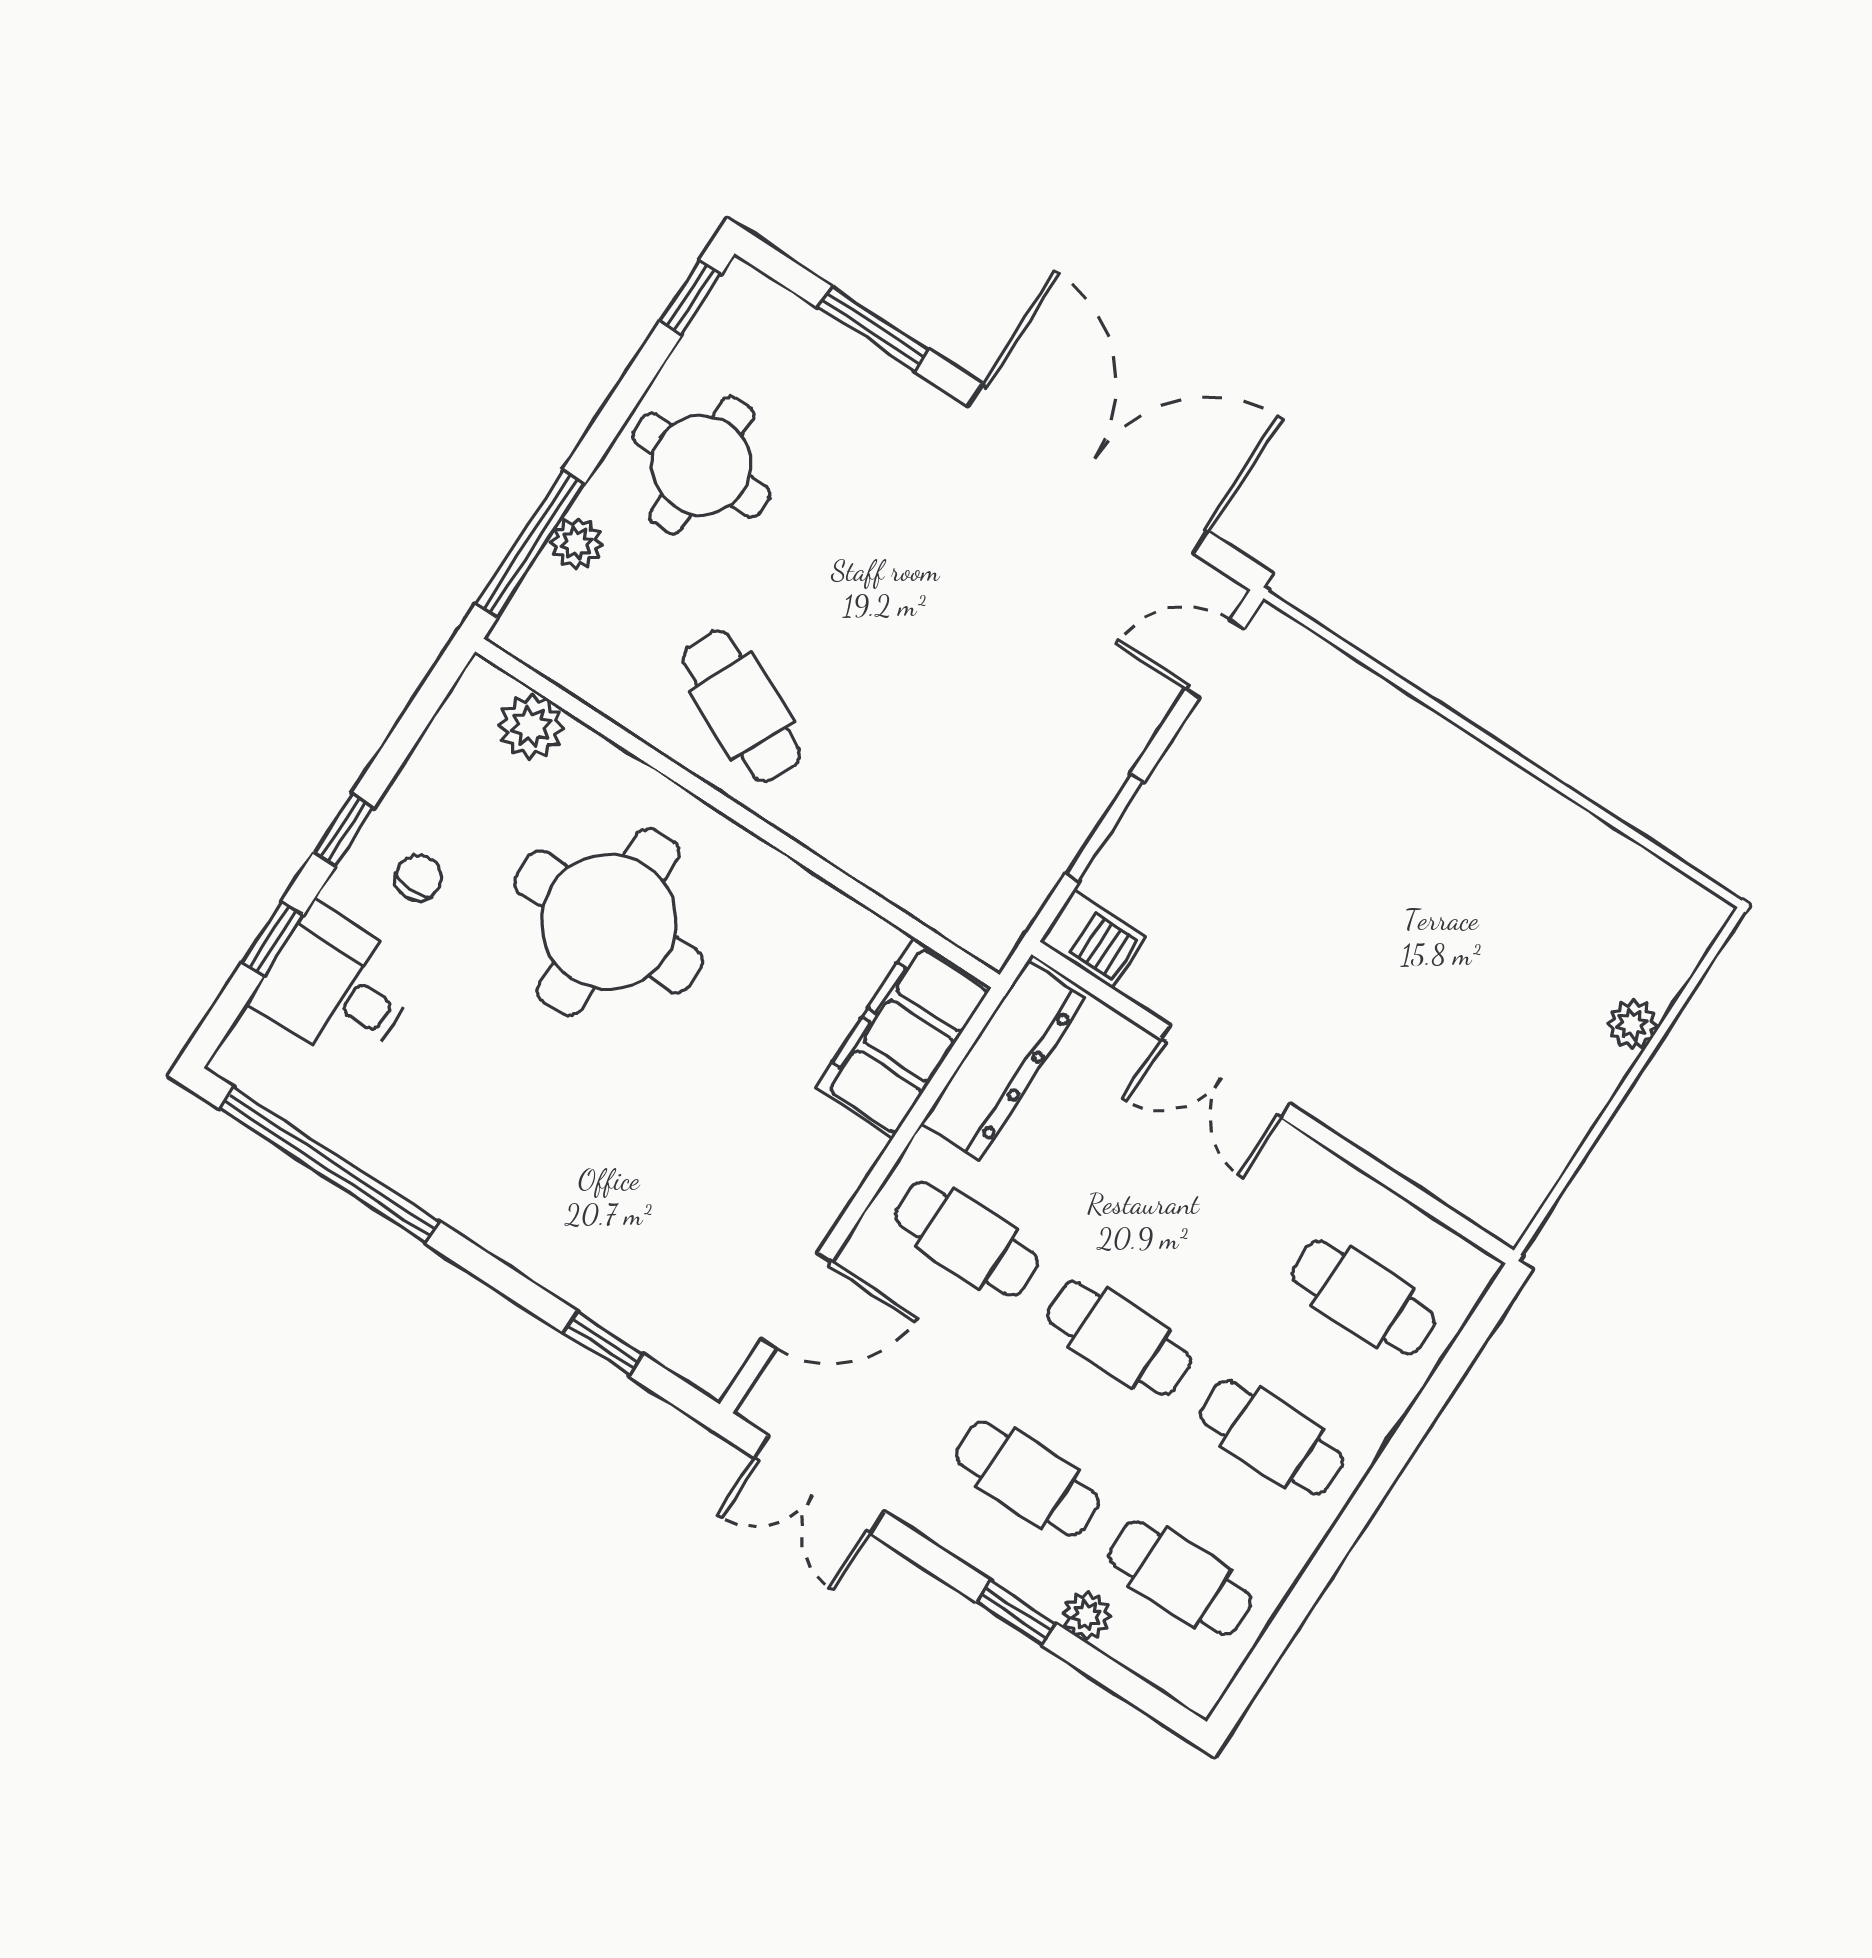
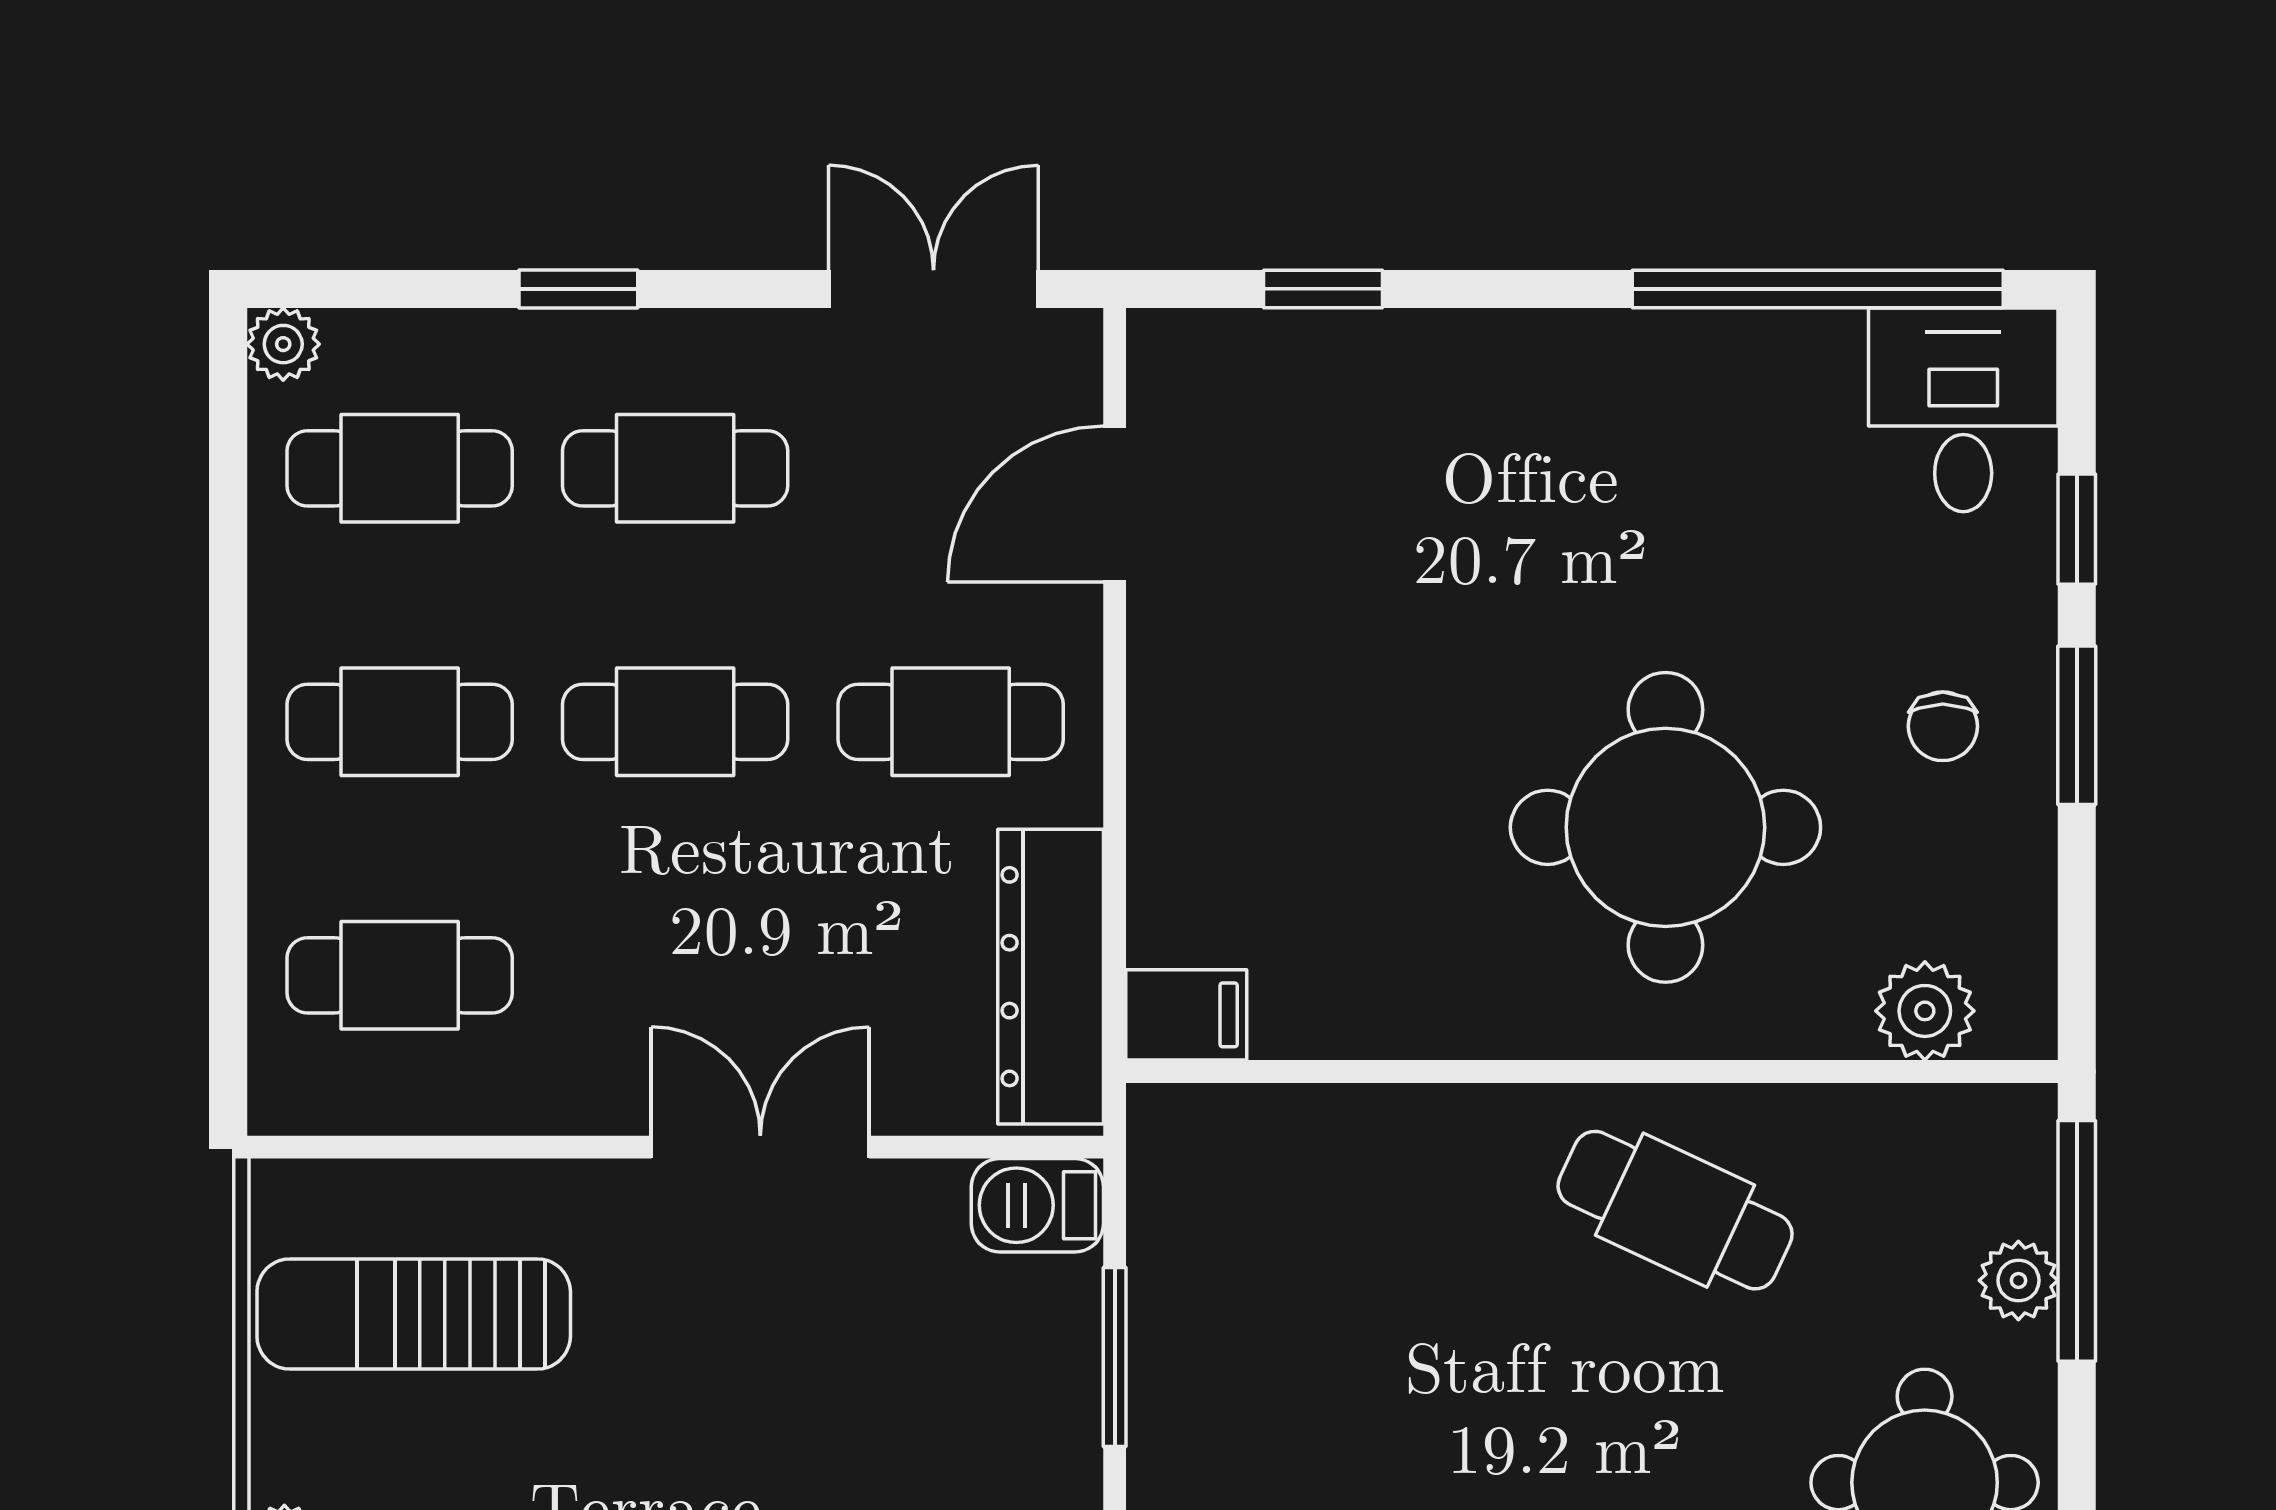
window: (344, 830) -> (2077, 725), width x1.50
desk: (337, 987) -> (1963, 410), moved, turned -90
filing cabinet: (903, 1038) -> (1186, 1015), width x0.33, depth x0.86
sun lounger: (1478, 1104) -> (414, 1314), added
plant: (1087, 1615) -> (283, 344), moved

